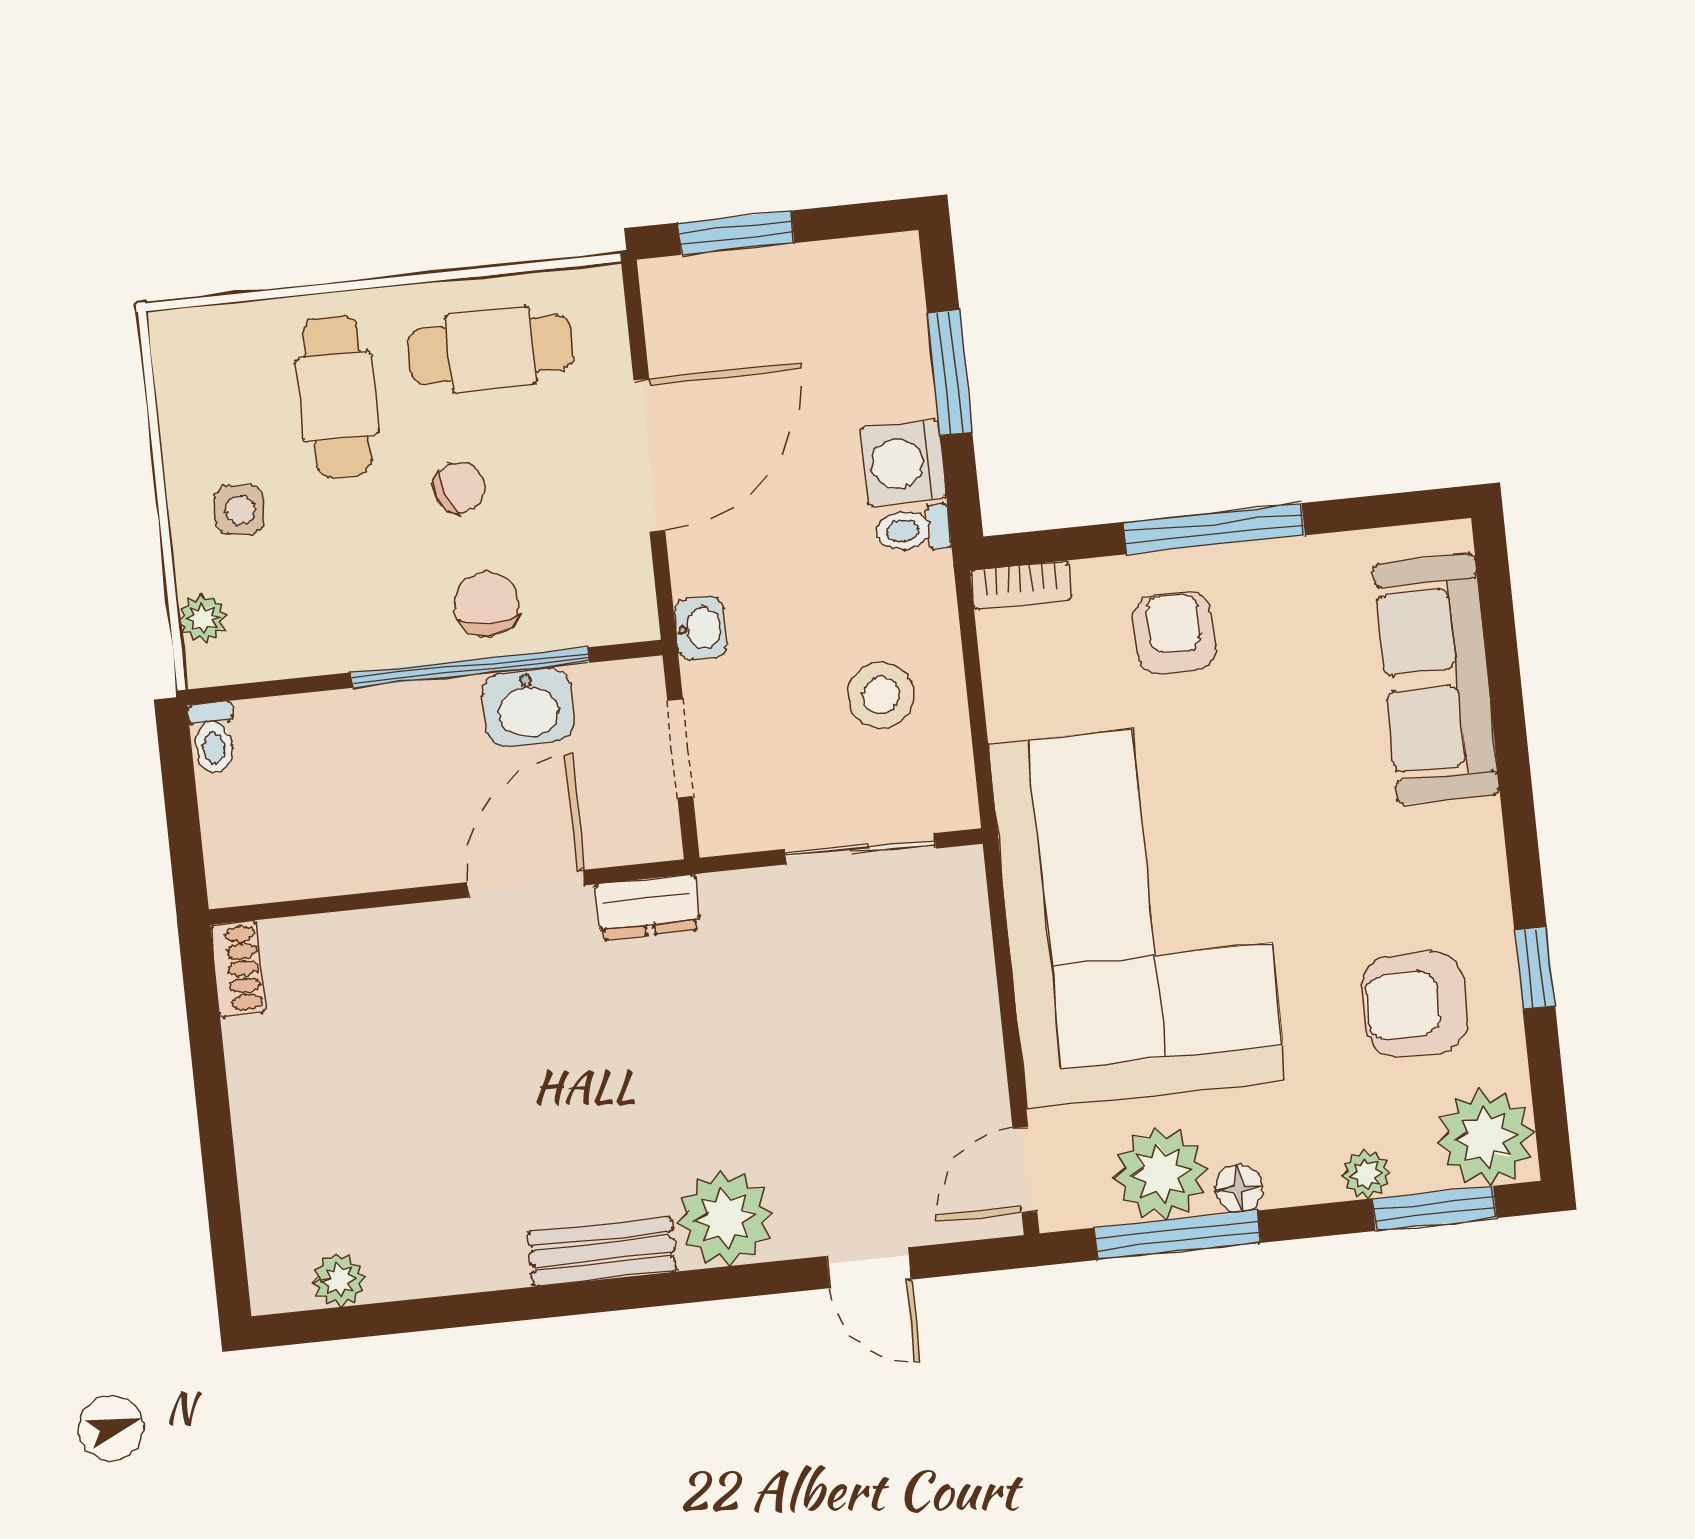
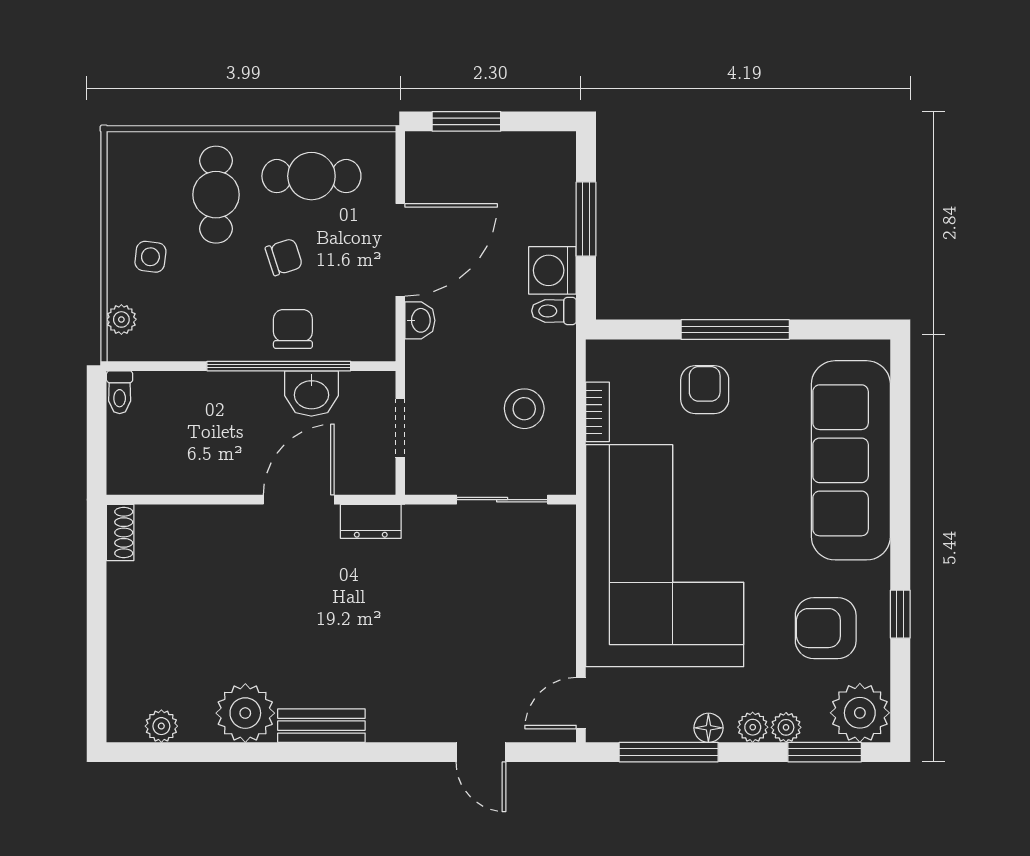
bookcase: (1021, 585) -> (598, 412), moved, turned -90
washbasin: (700, 628) -> (420, 320), moved
sofa: (1436, 679) -> (851, 460), width x1.36, depth x1.27
plant: (1161, 1173) -> (753, 727), moved, width x0.53, depth x0.53
plant: (725, 1218) -> (245, 713), moved

